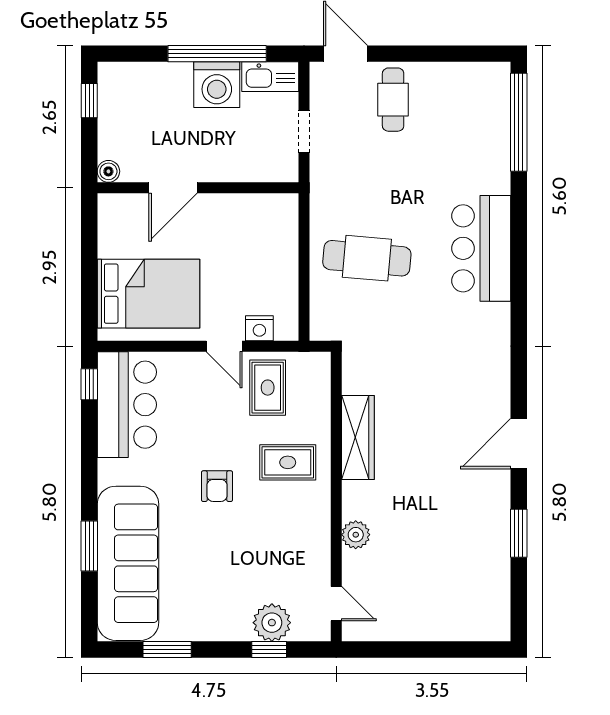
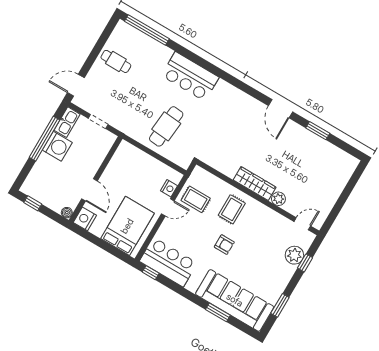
cafe table: (393, 100) -> (116, 61), moved
nightstand: (116, 210) -> (85, 219), added
wardrobe: (358, 438) -> (255, 184), moved

